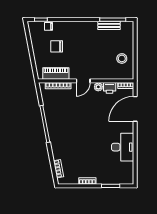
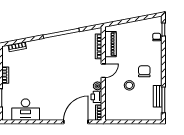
chair: (57, 46) -> (144, 71), moved
stool: (122, 58) -> (129, 85), moved
door: (83, 81) -> (103, 71), swing flipped
door: (135, 109) -> (76, 122), hinge flipped
desk: (123, 147) -> (26, 110), moved

